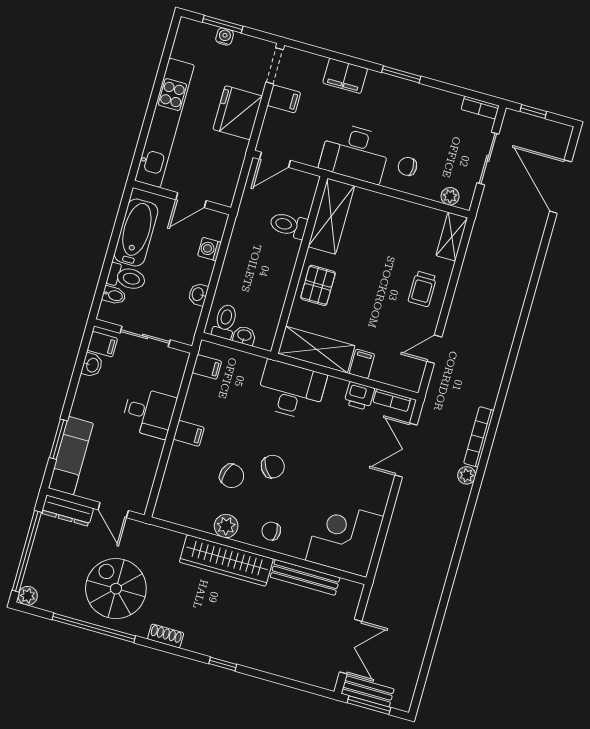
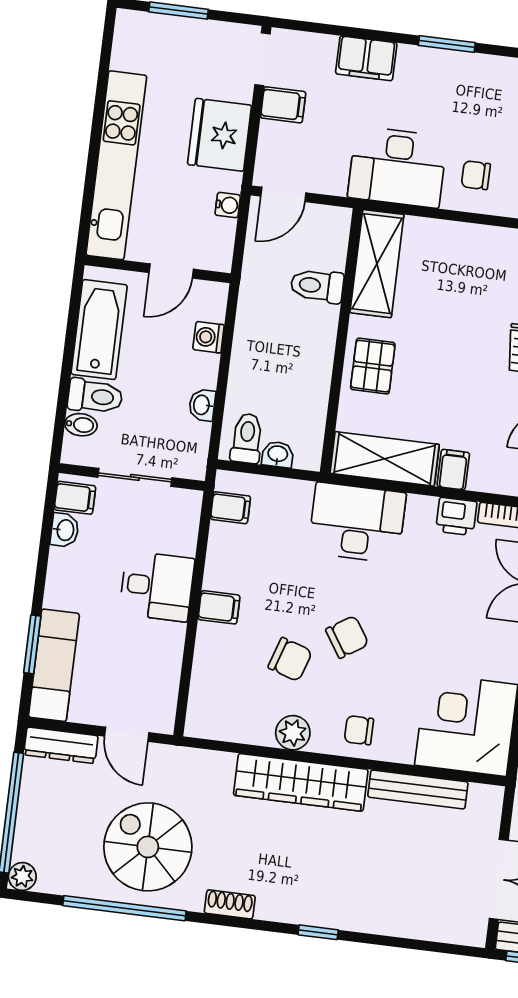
water cooler: (225, 37) -> (228, 205), moved, turned 90

